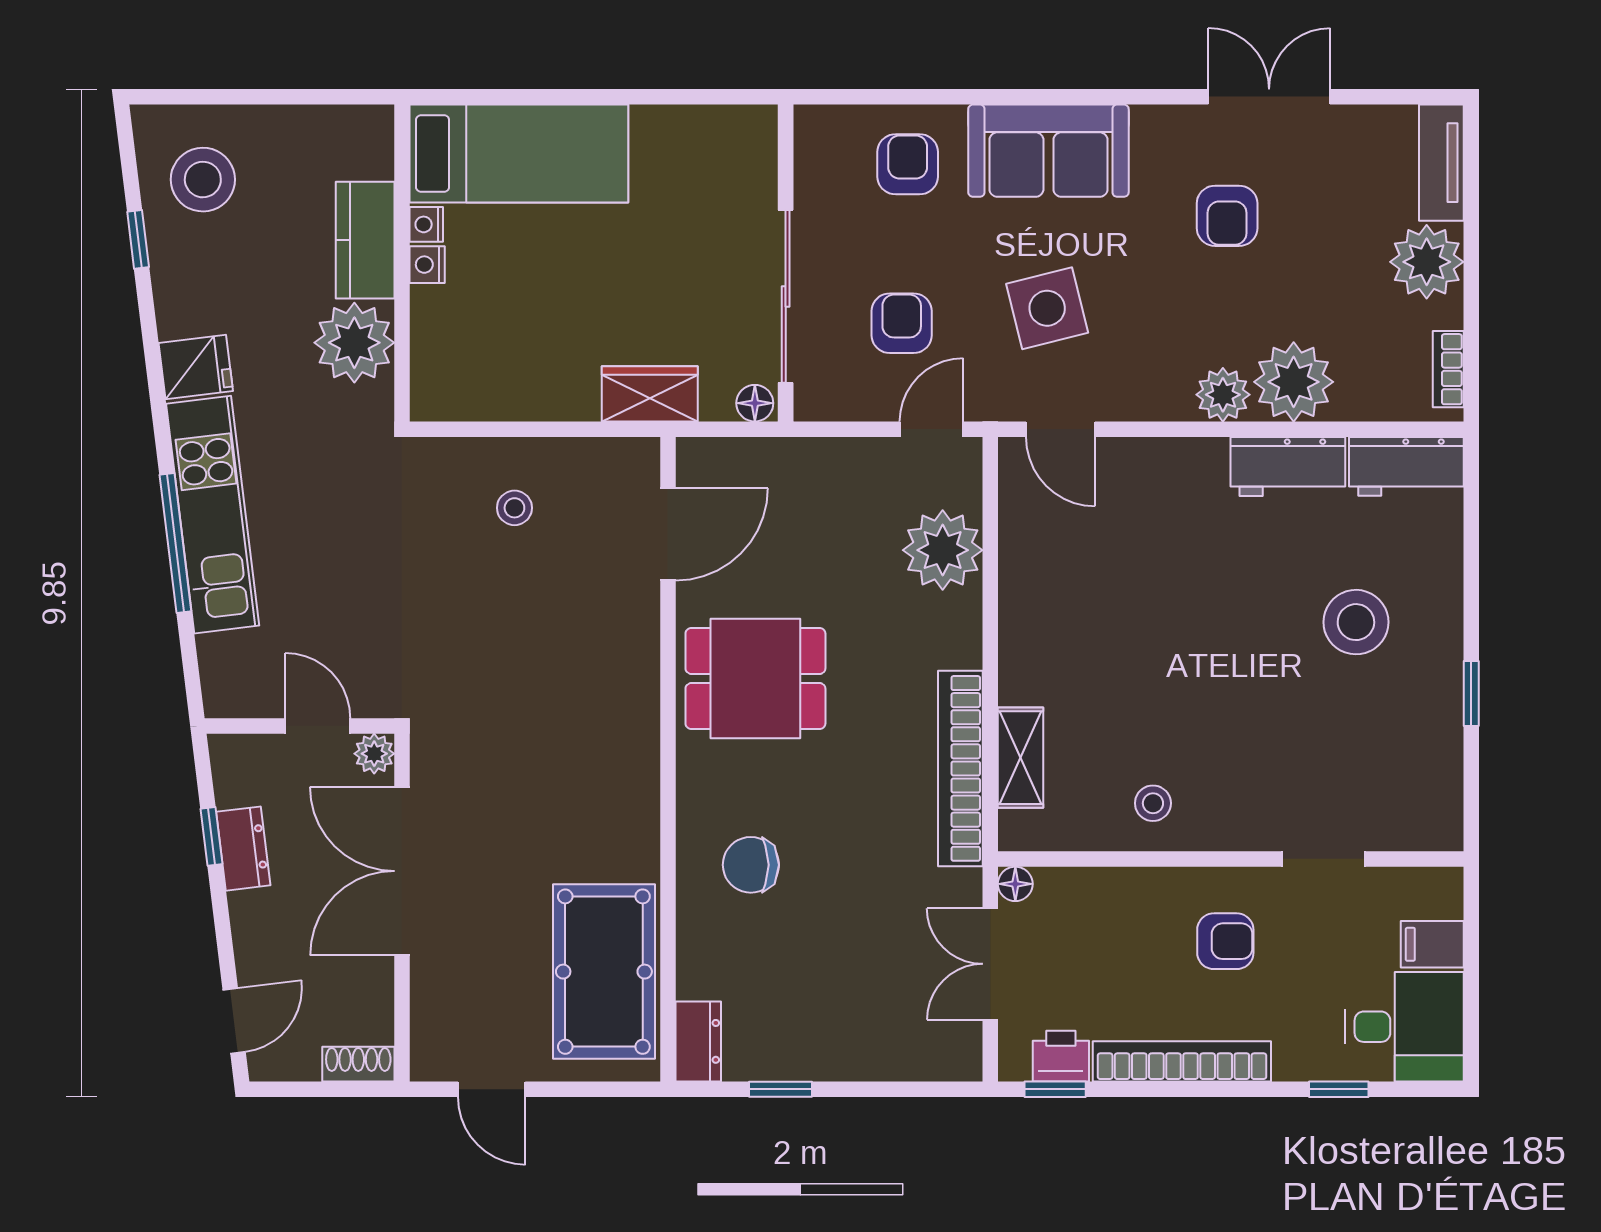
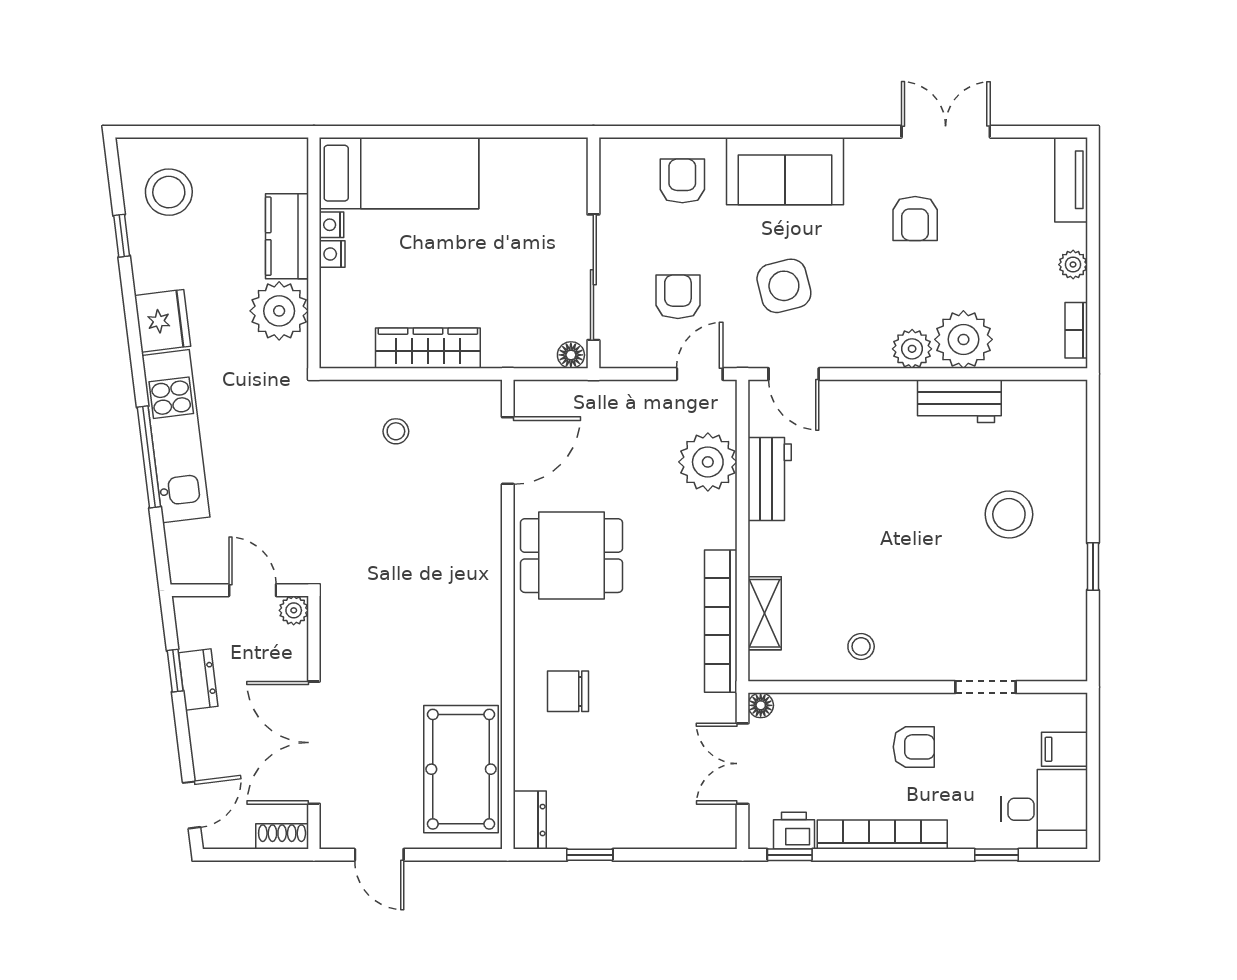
plant: (1427, 262) -> (1073, 265), width x0.53, depth x0.53
fridge: (196, 367) -> (163, 321), width x1.38
wardrobe: (650, 394) -> (428, 348), moved, width x1.50
workbench: (1406, 466) -> (770, 479), moved, turned -90
double door: (402, 871) -> (314, 743), moved

